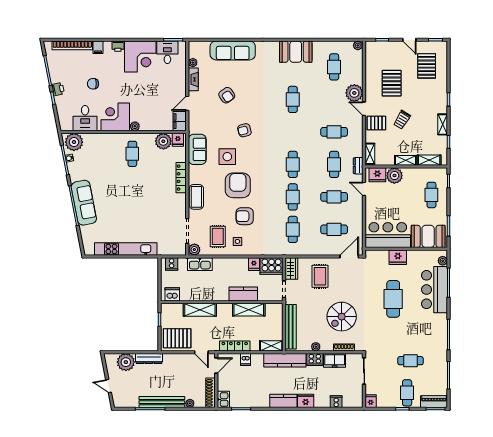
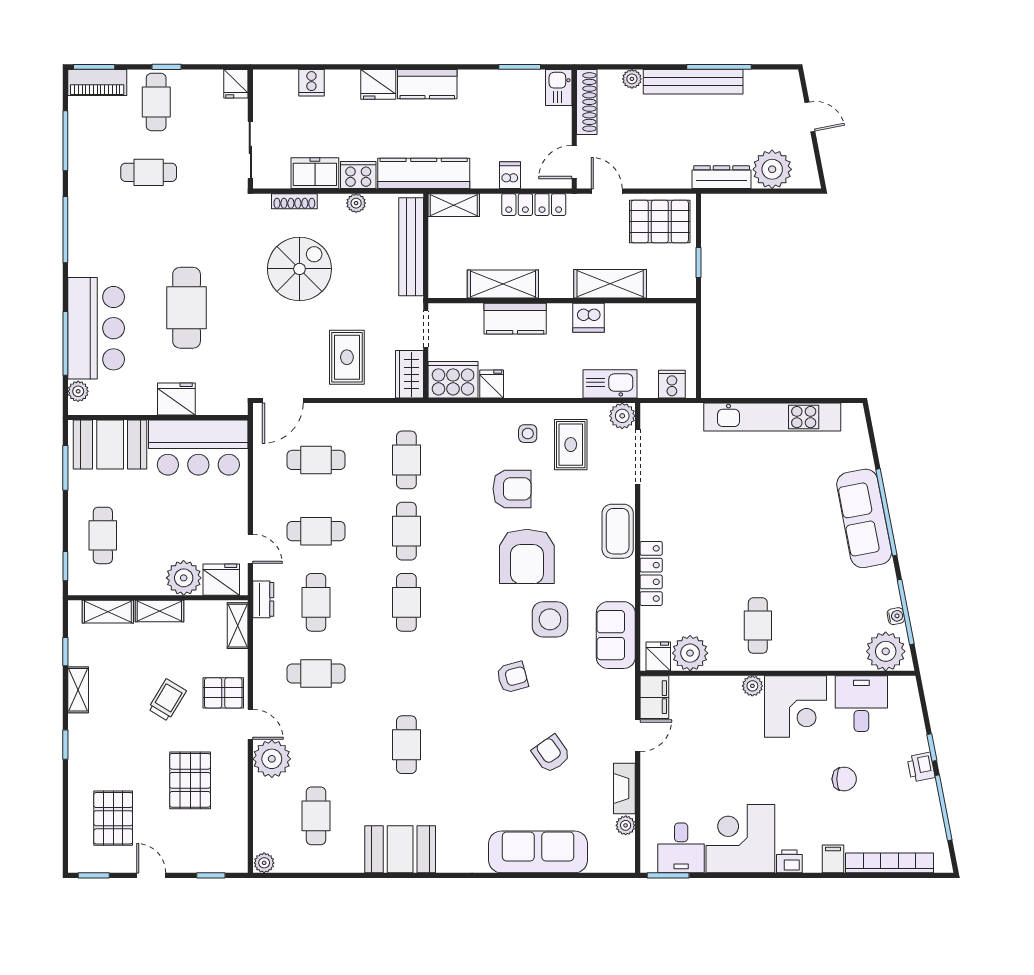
dishwasher: (172, 294) -> (588, 318), moved

